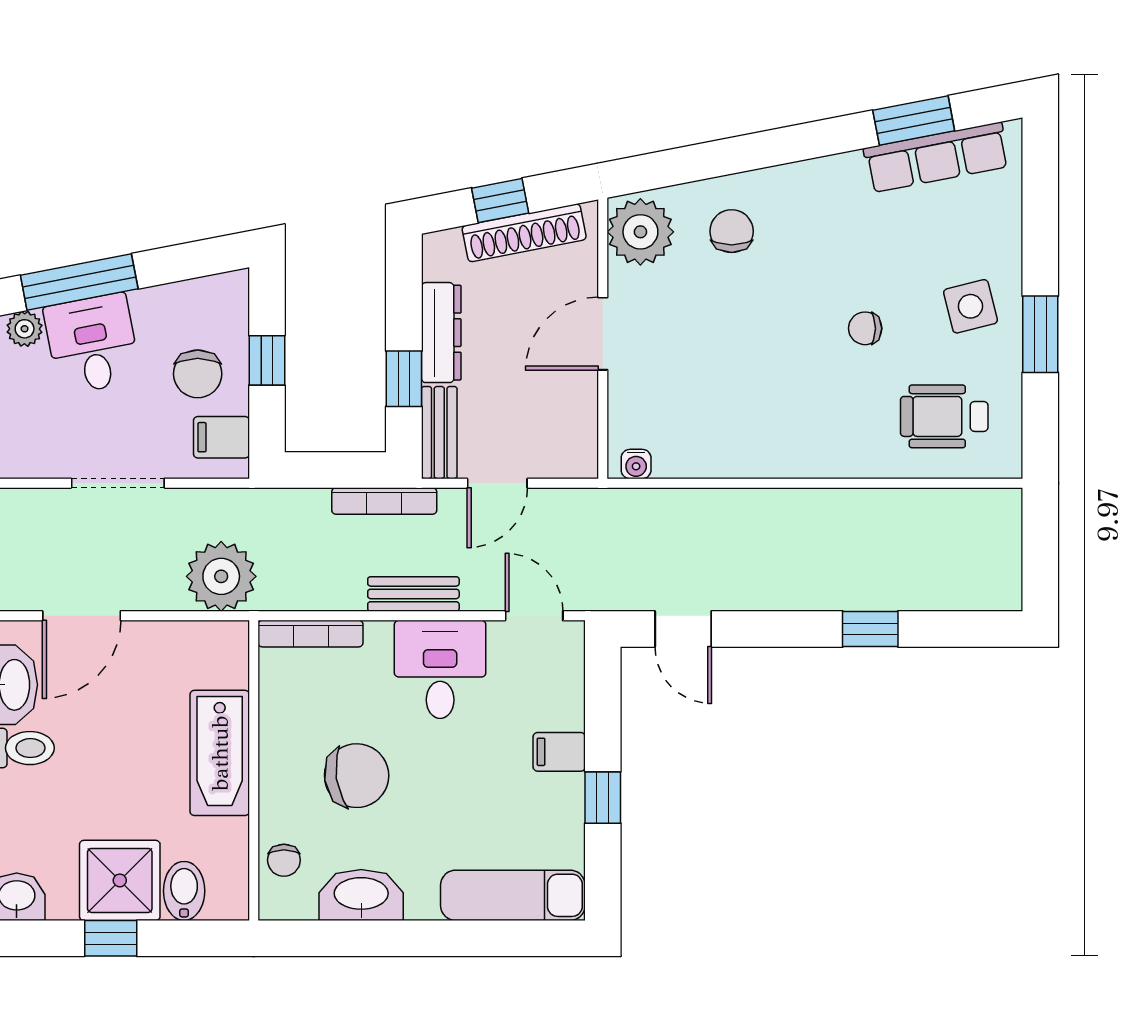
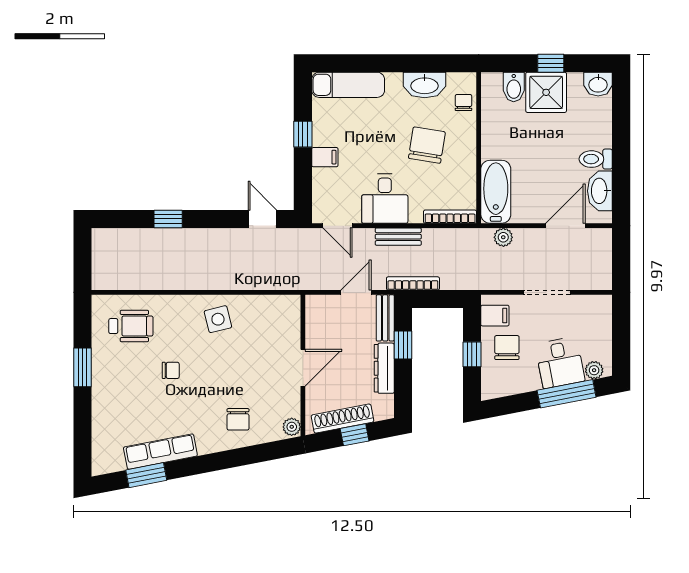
row of seats: (937, 157) -> (160, 452), moved
plant: (640, 232) -> (292, 427), width x0.53, depth x0.53
side table: (970, 306) -> (218, 319), moved
water cooler: (636, 464) -> (286, 302), removed
plant: (221, 576) -> (503, 237), width x0.53, depth x0.53
bathtub: (220, 753) -> (496, 192), moved
chair: (357, 776) -> (427, 145), turned 107

